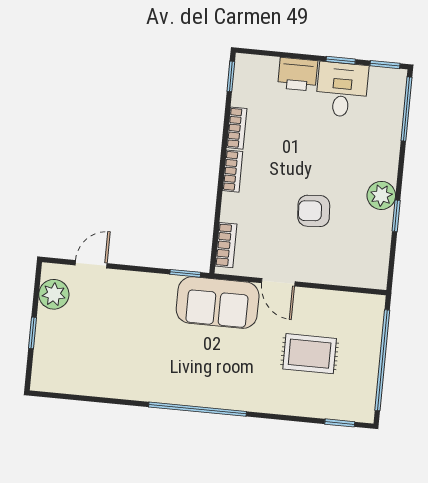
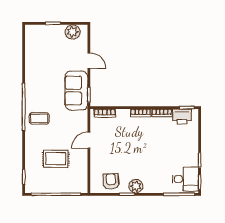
printer: (298, 74) -> (182, 116), moved, turned -90
desk: (342, 90) -> (185, 179), moved
armchair: (314, 211) -> (111, 181), moved
door: (91, 264) -> (89, 61), moved
sofa: (218, 303) -> (76, 91), moved
rug: (310, 354) -> (56, 159), turned 90
coffee table: (224, 380) -> (39, 118), added

